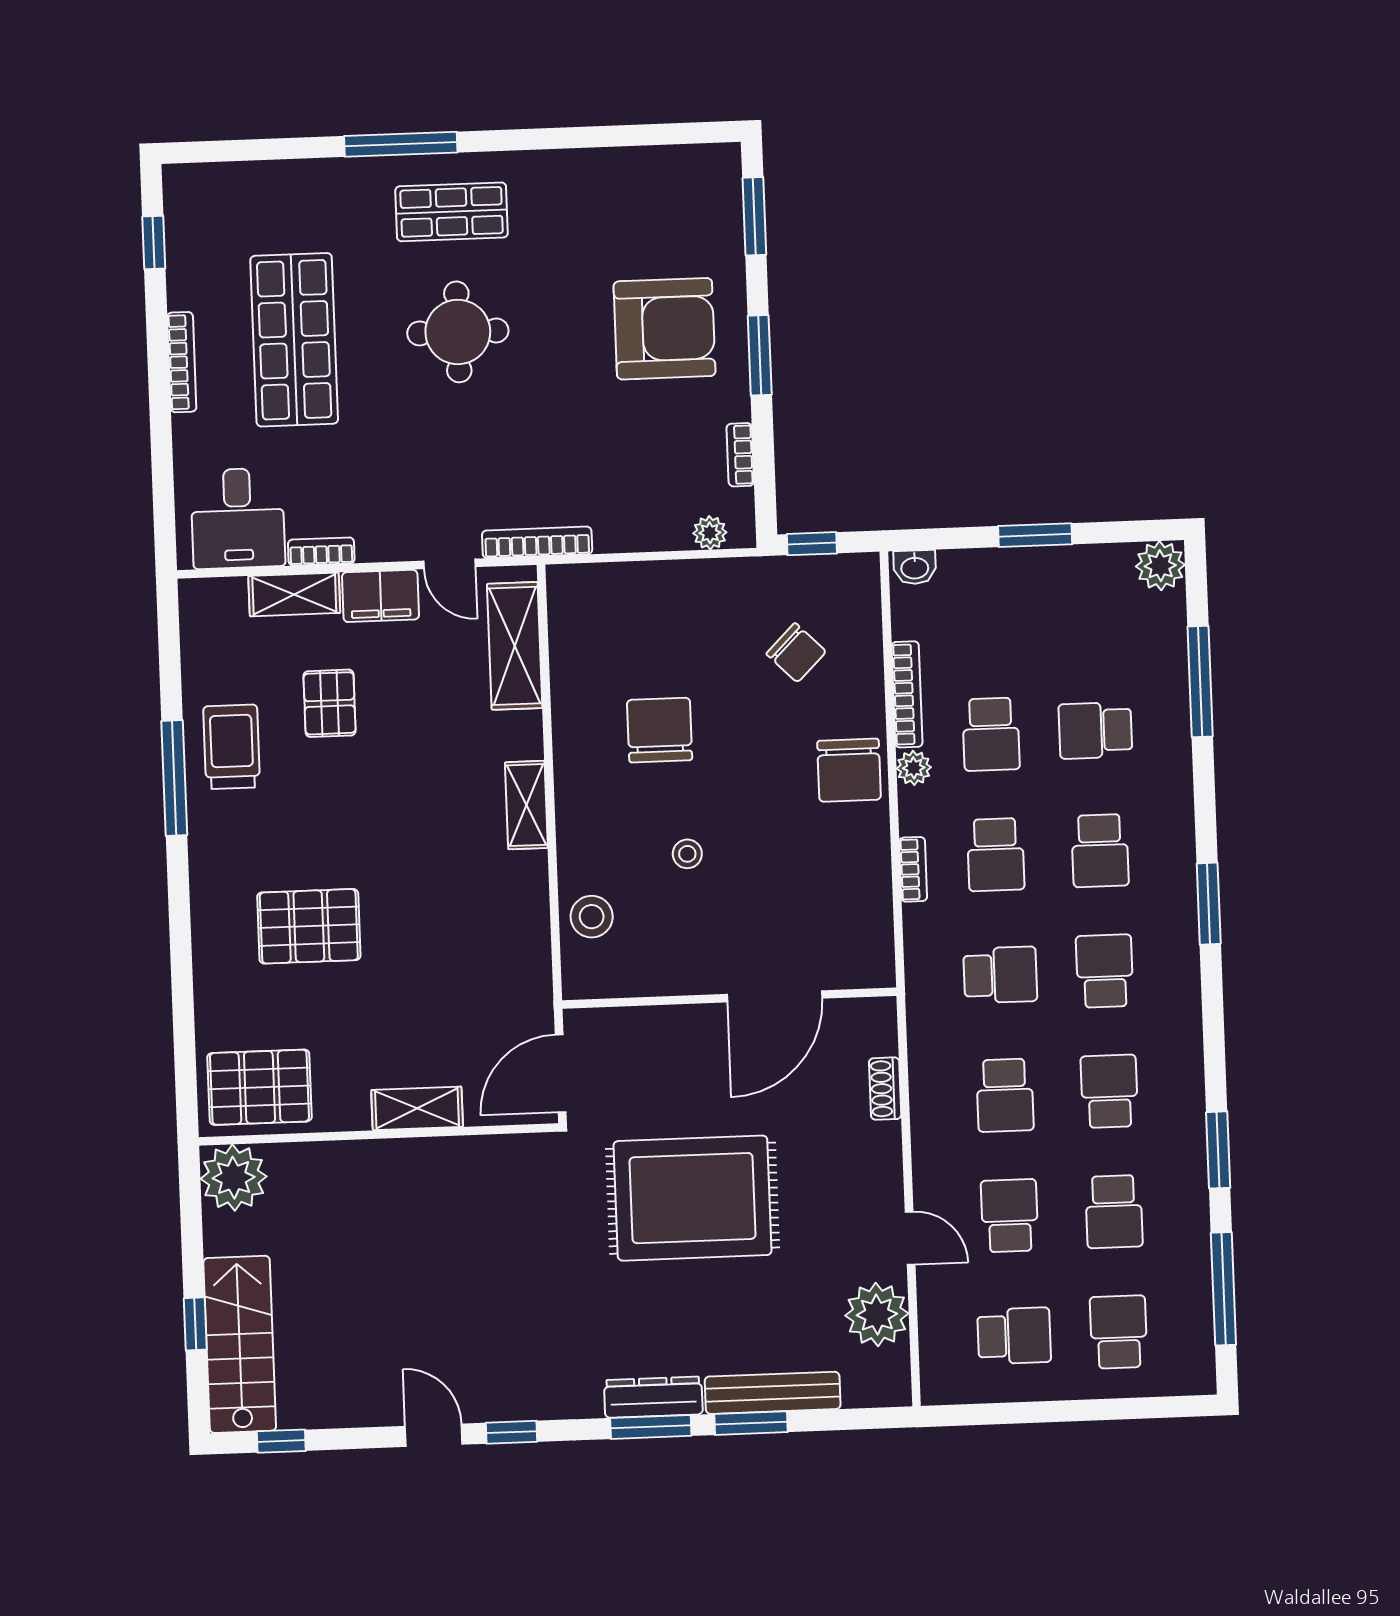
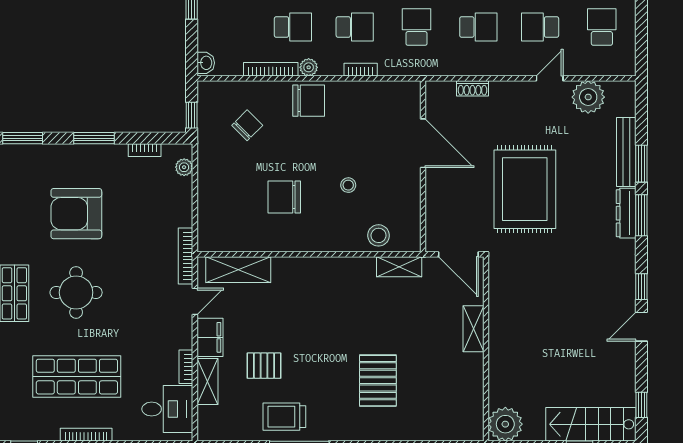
armchair: (665, 329) -> (76, 214), moved, turned -90
shelving: (526, 805) -> (399, 267), moved
pallet: (259, 1087) -> (459, 409), removed

